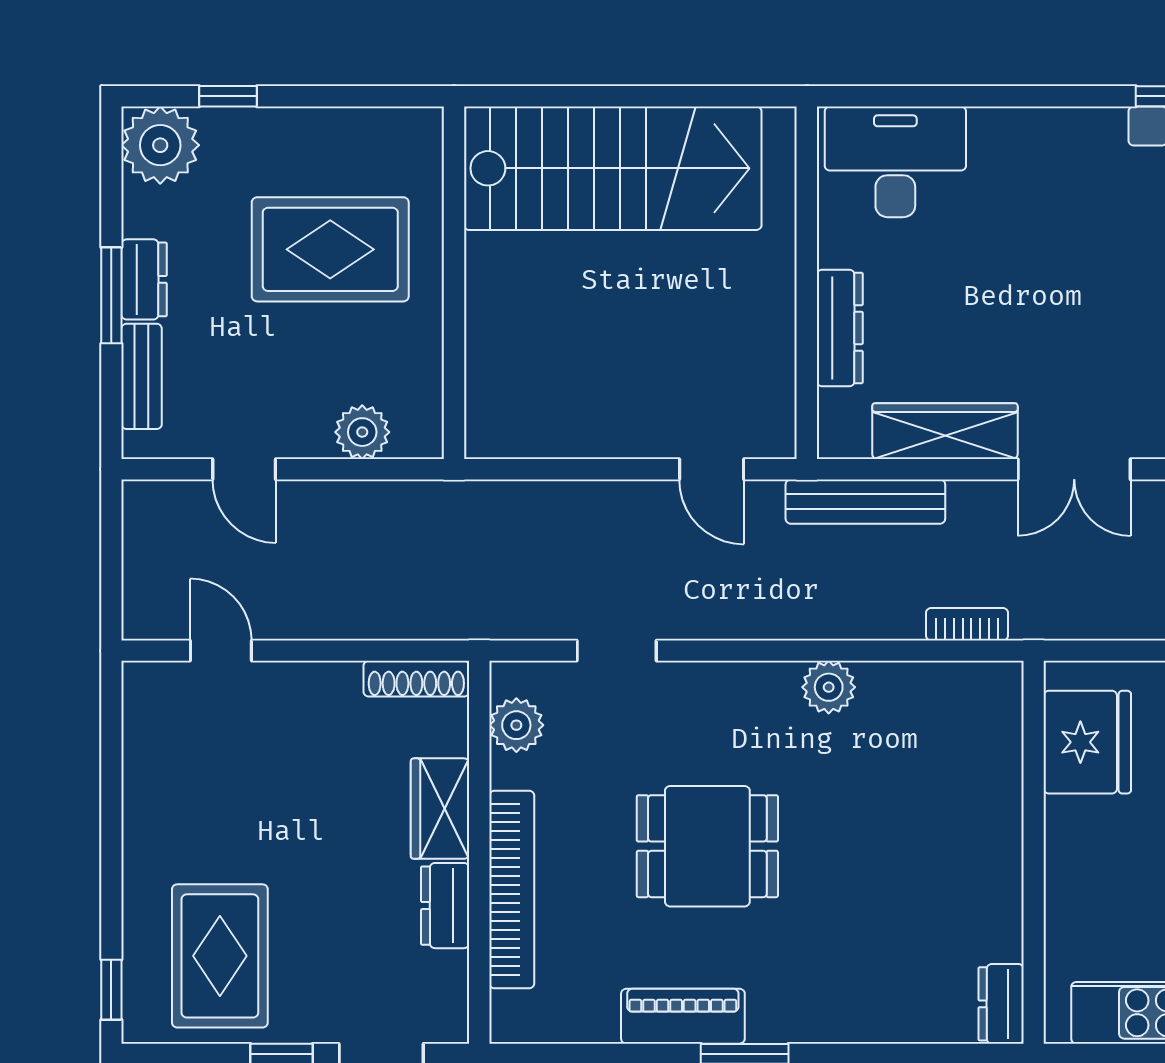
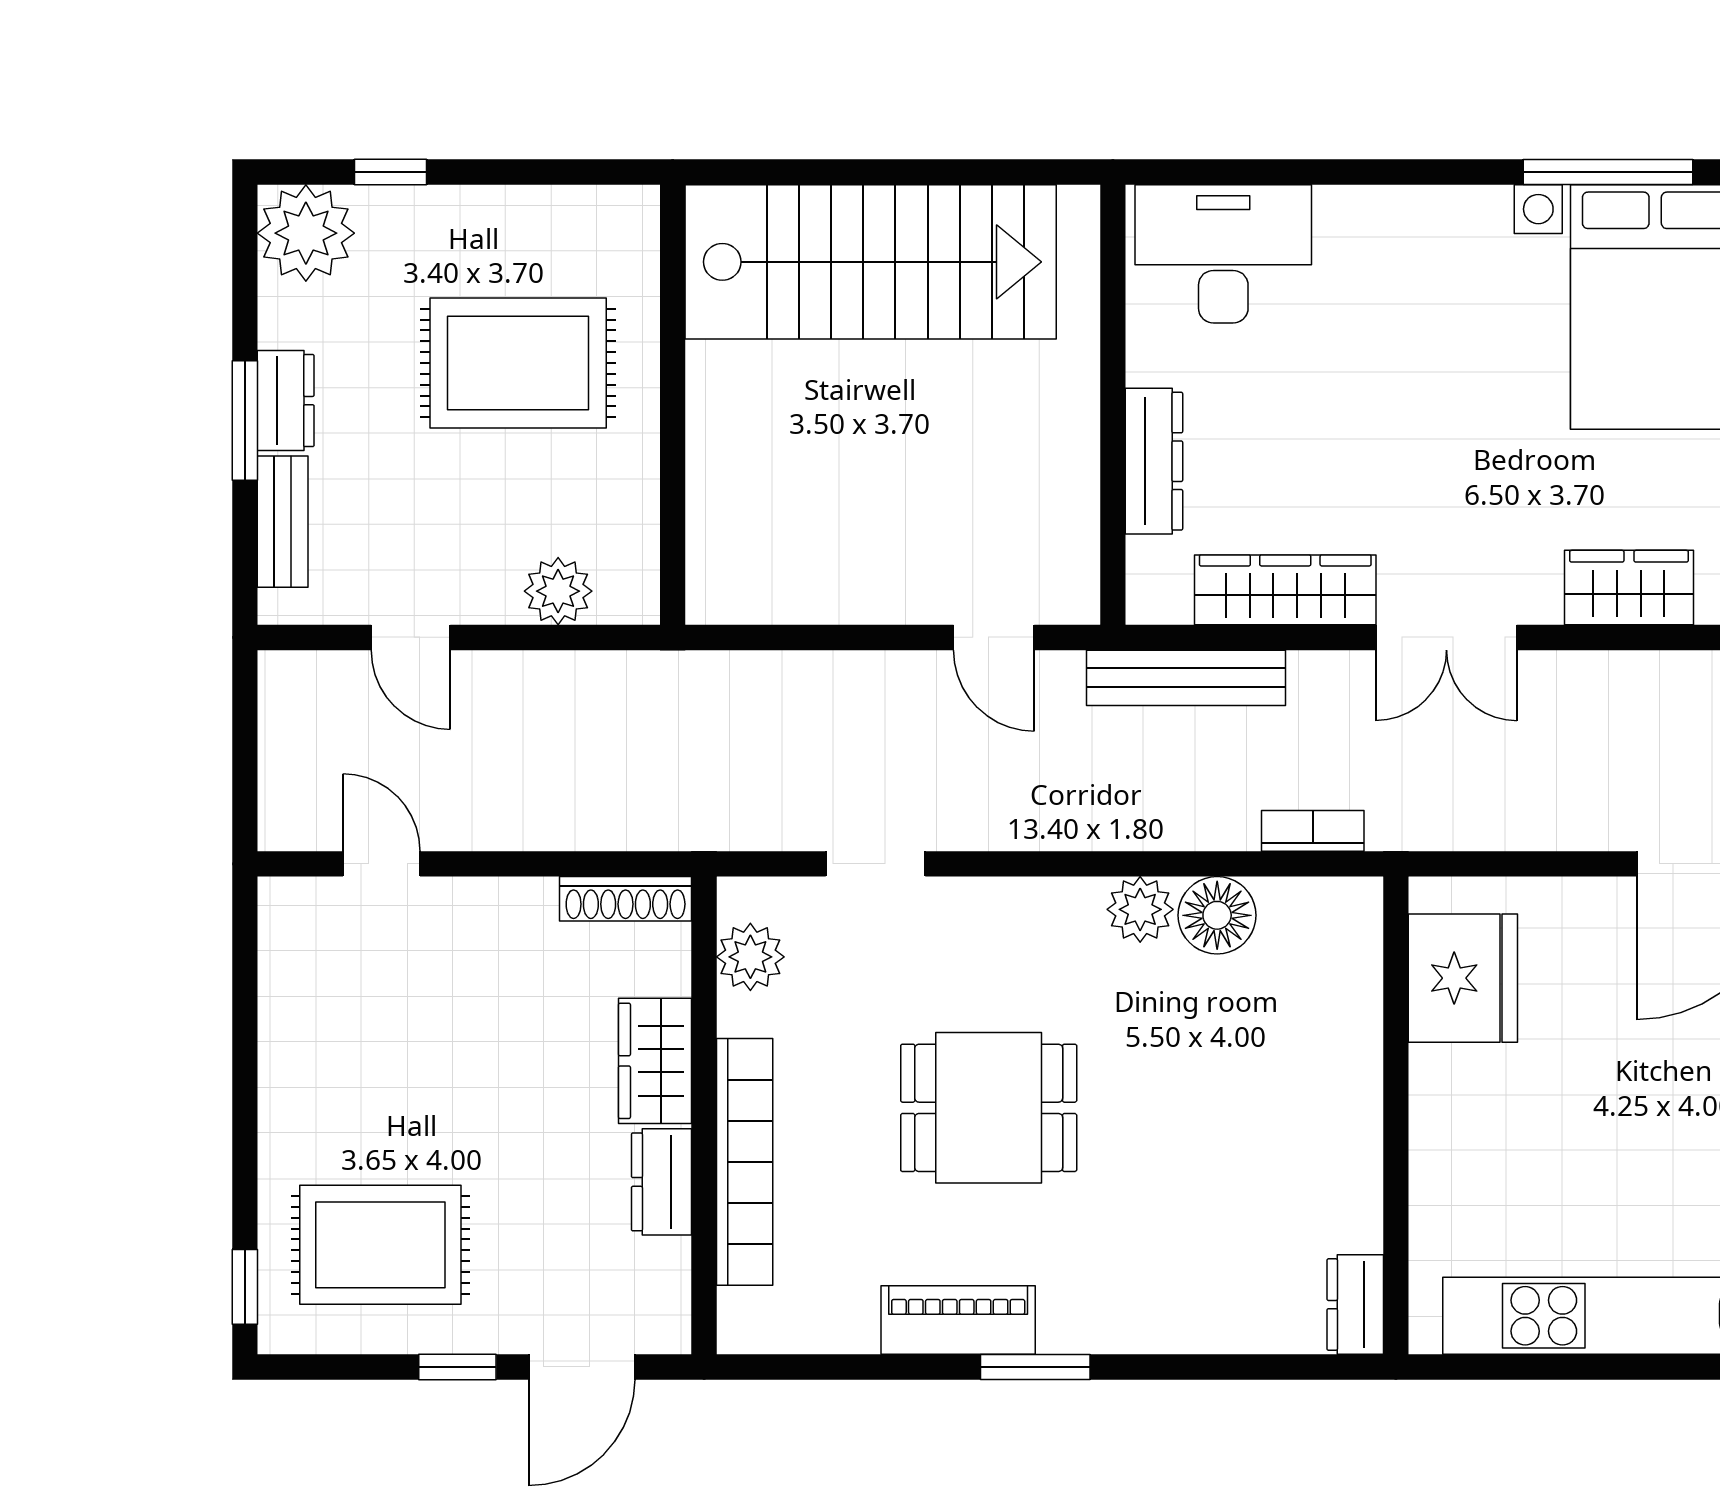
floor lamp: (890, 692) -> (1217, 915), added
rug: (220, 956) -> (380, 1245), turned 90

